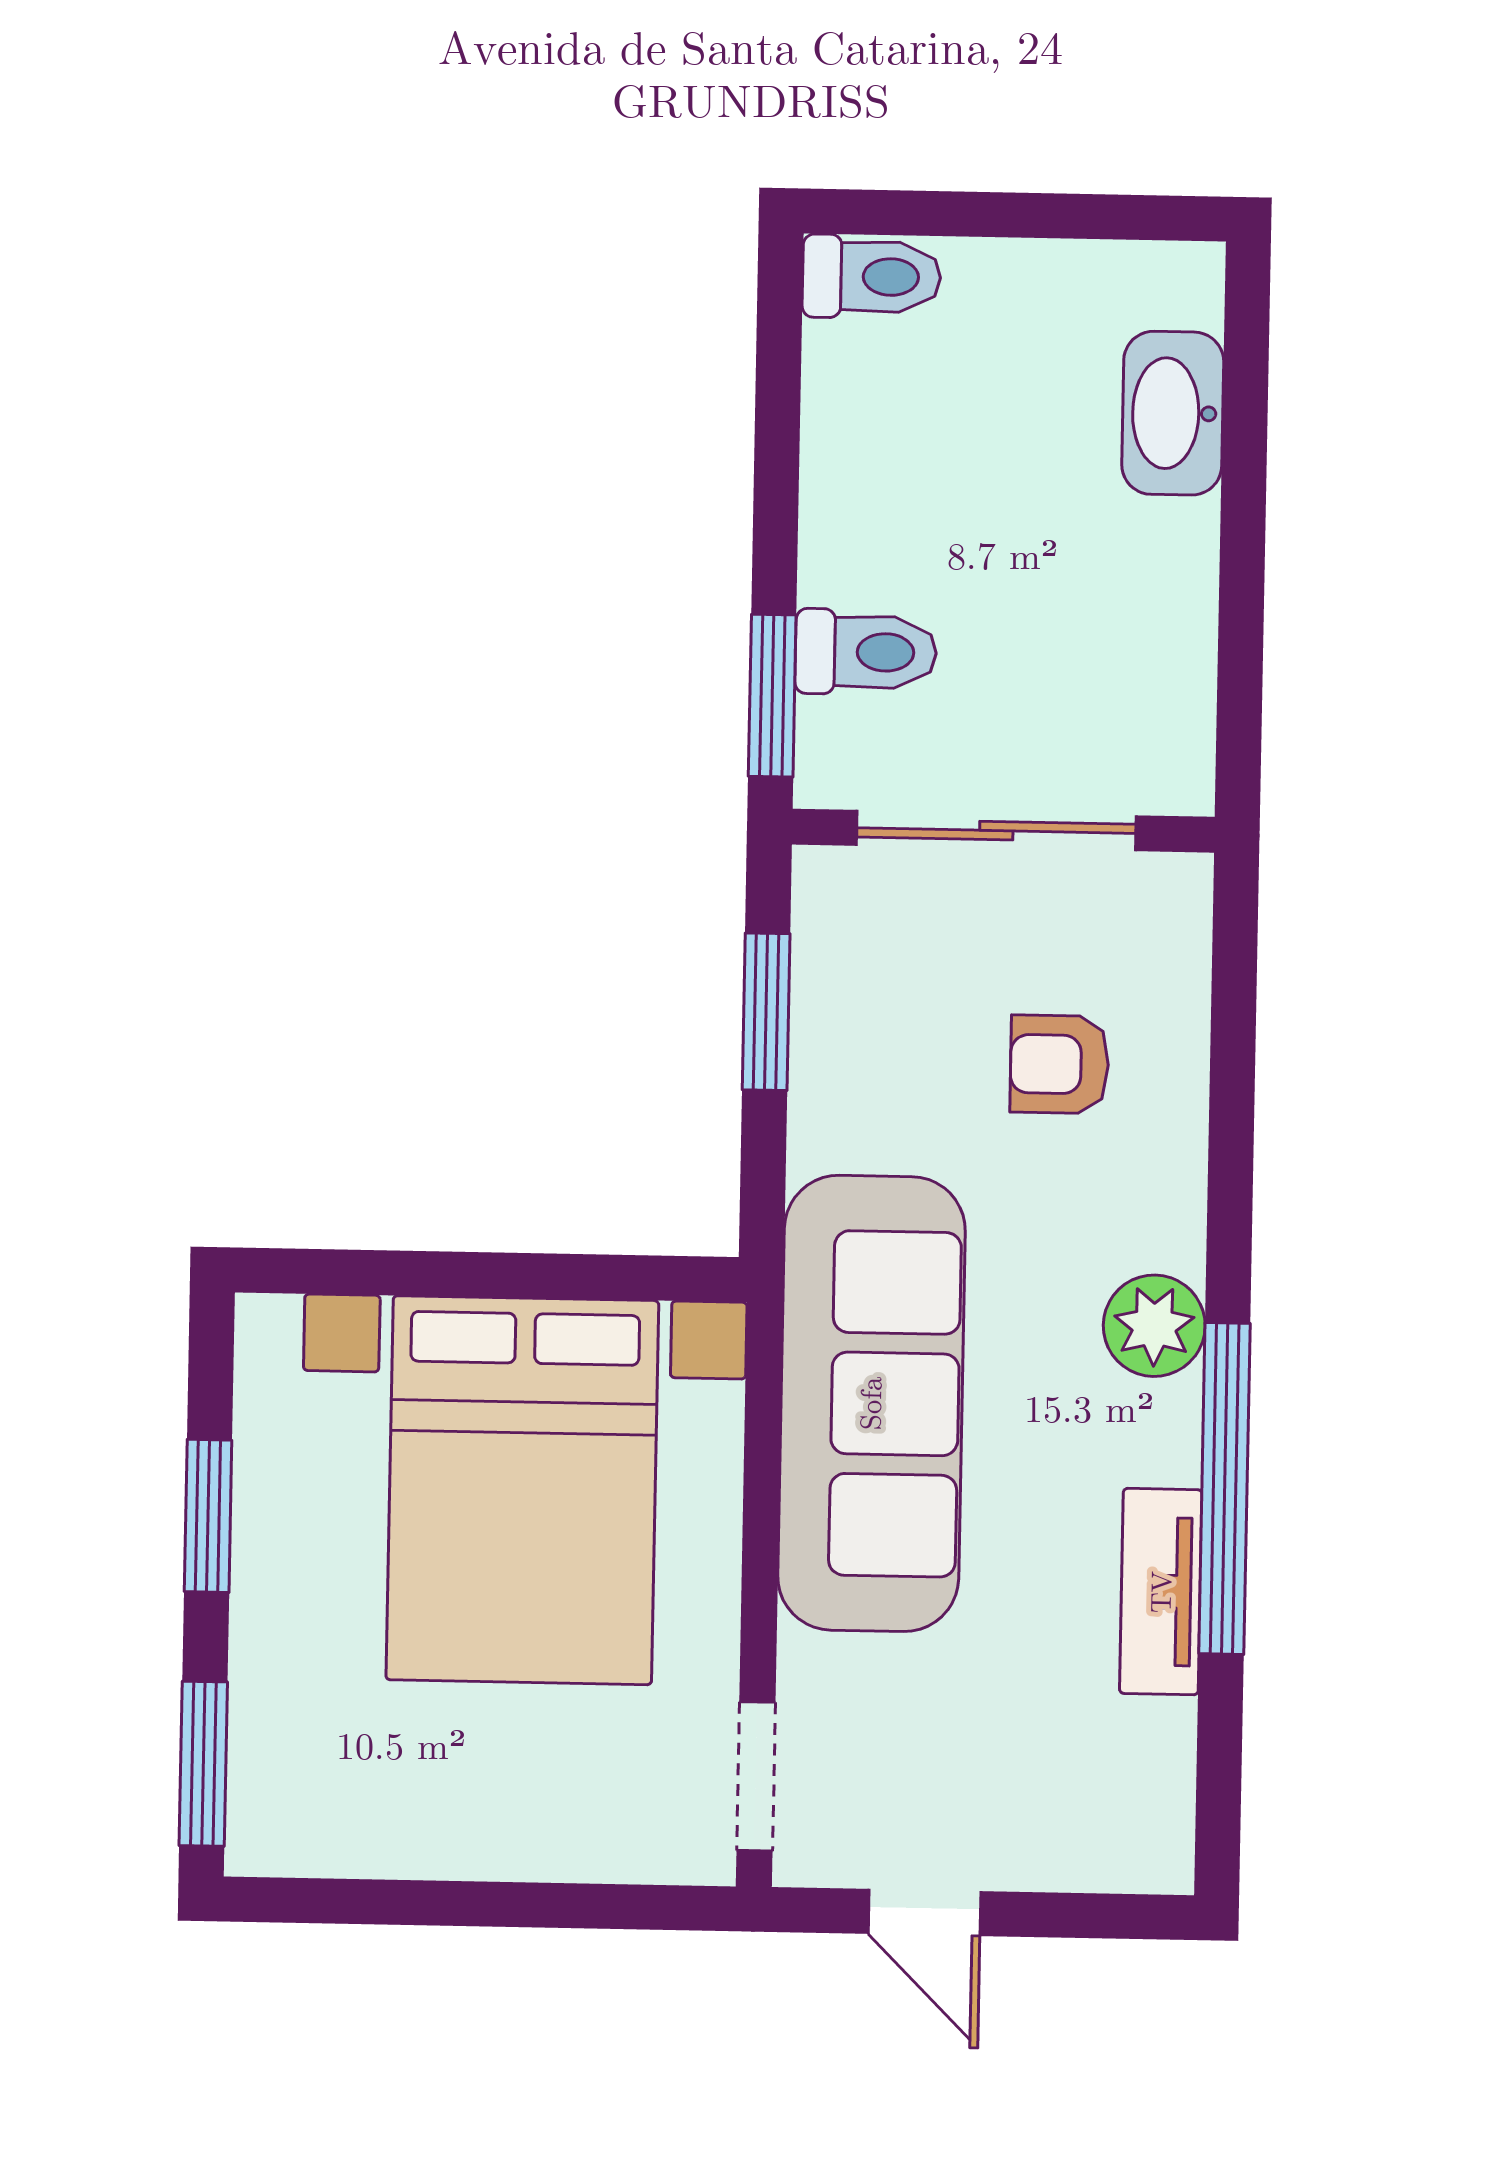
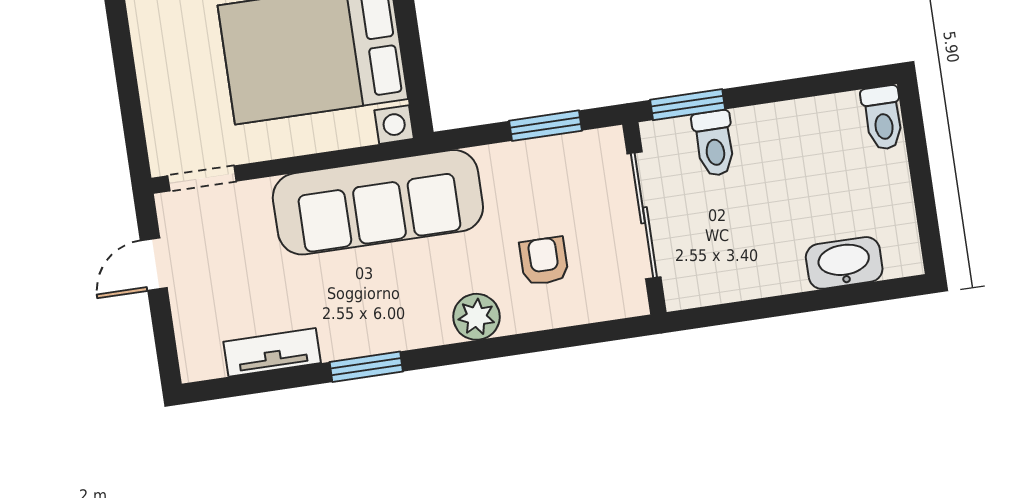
plant: (1154, 1326) -> (476, 317), moved
window: (1224, 1488) -> (366, 367), width x0.47
tv unit: (1161, 1592) -> (272, 352), moved

